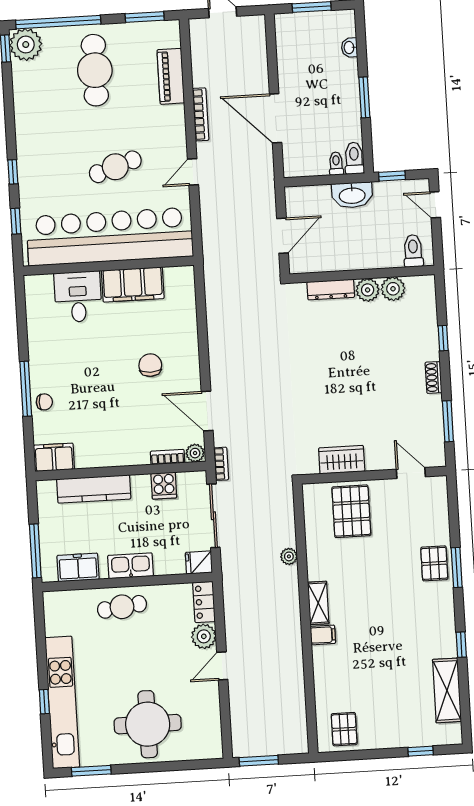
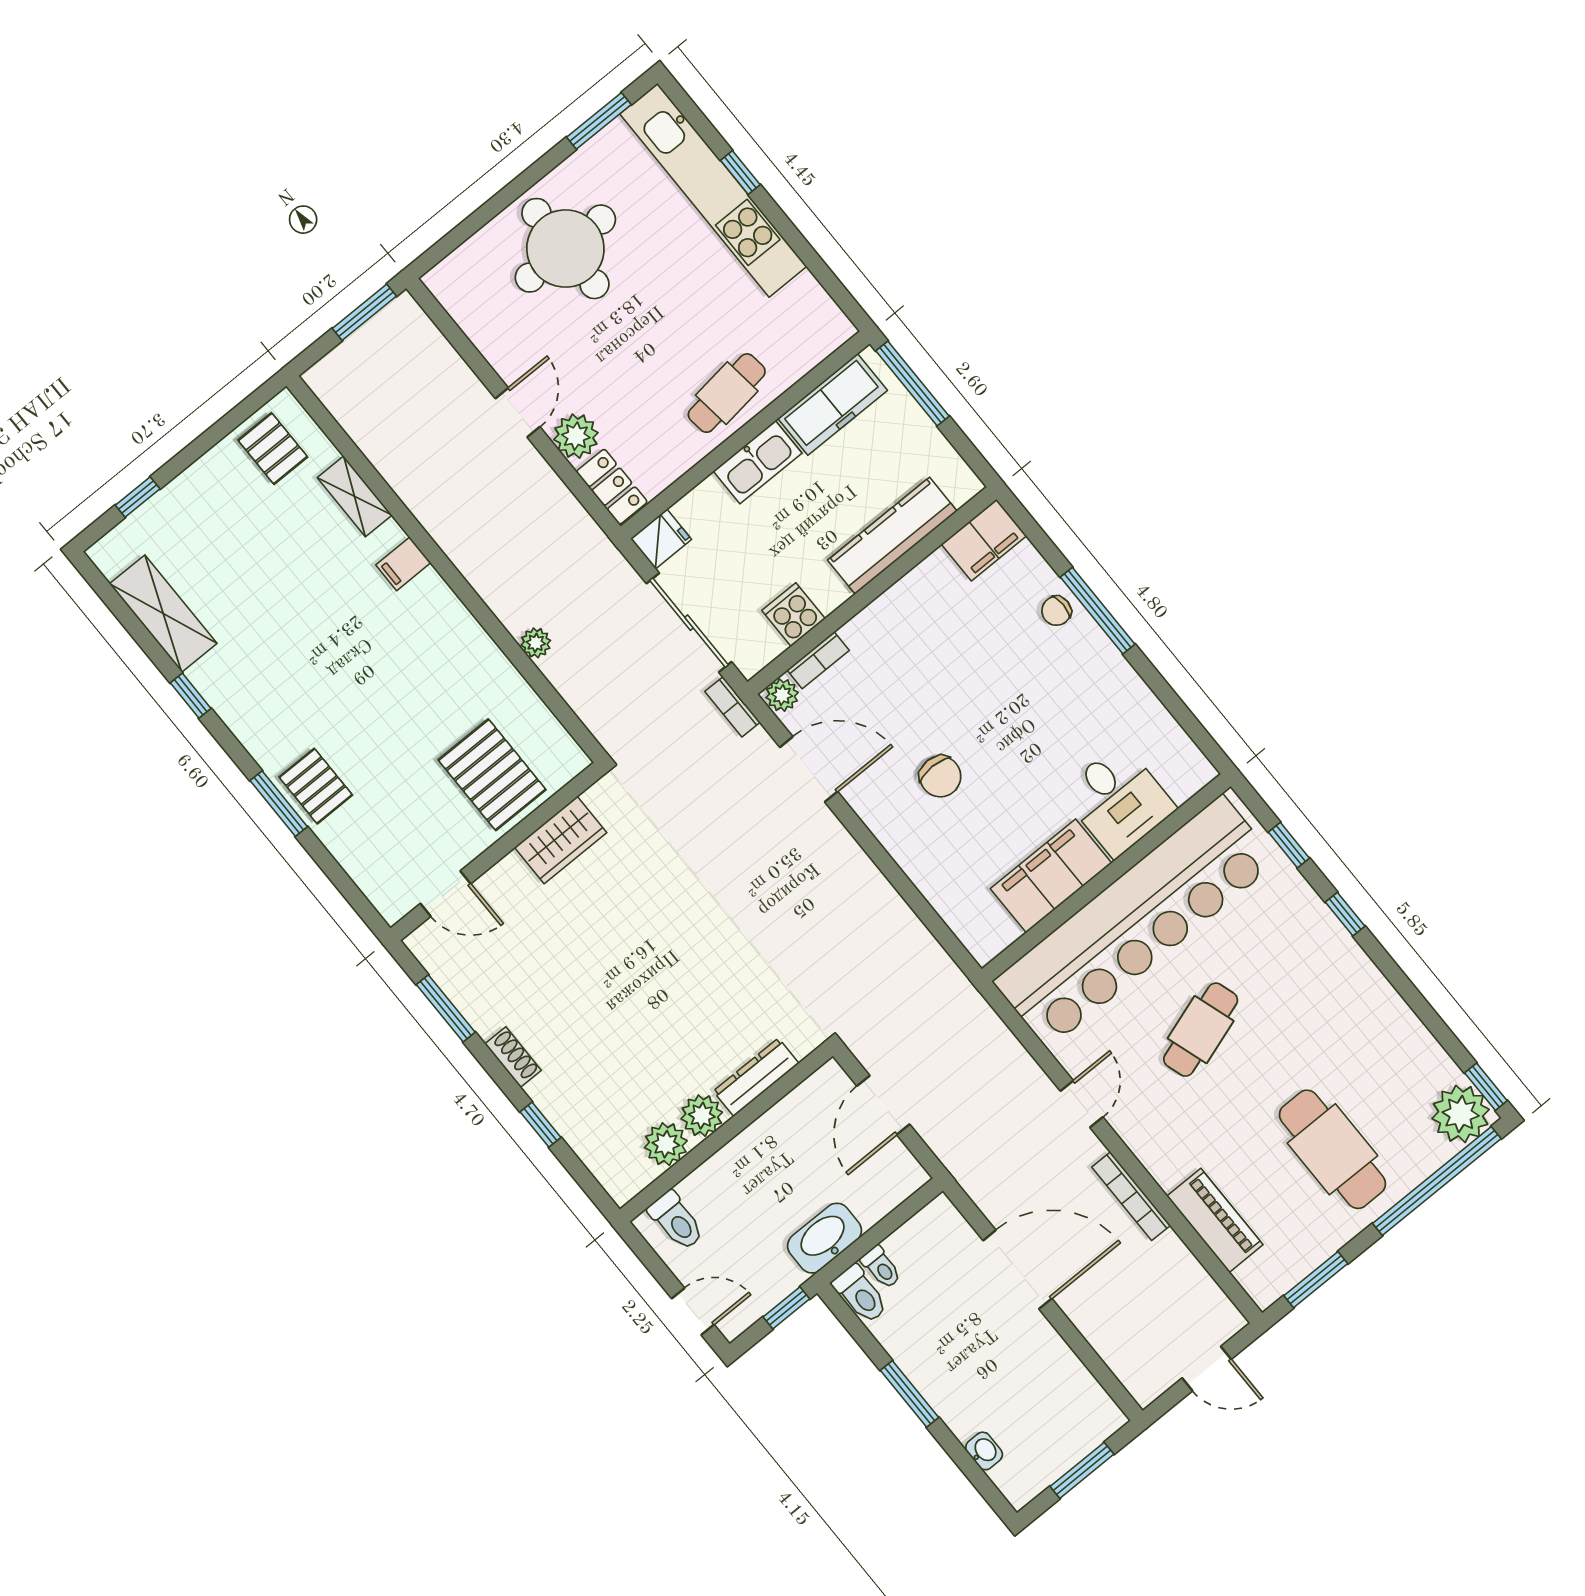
freezer: (78, 567) -> (833, 404), width x1.40
shelving: (318, 603) -> (355, 496), moved

